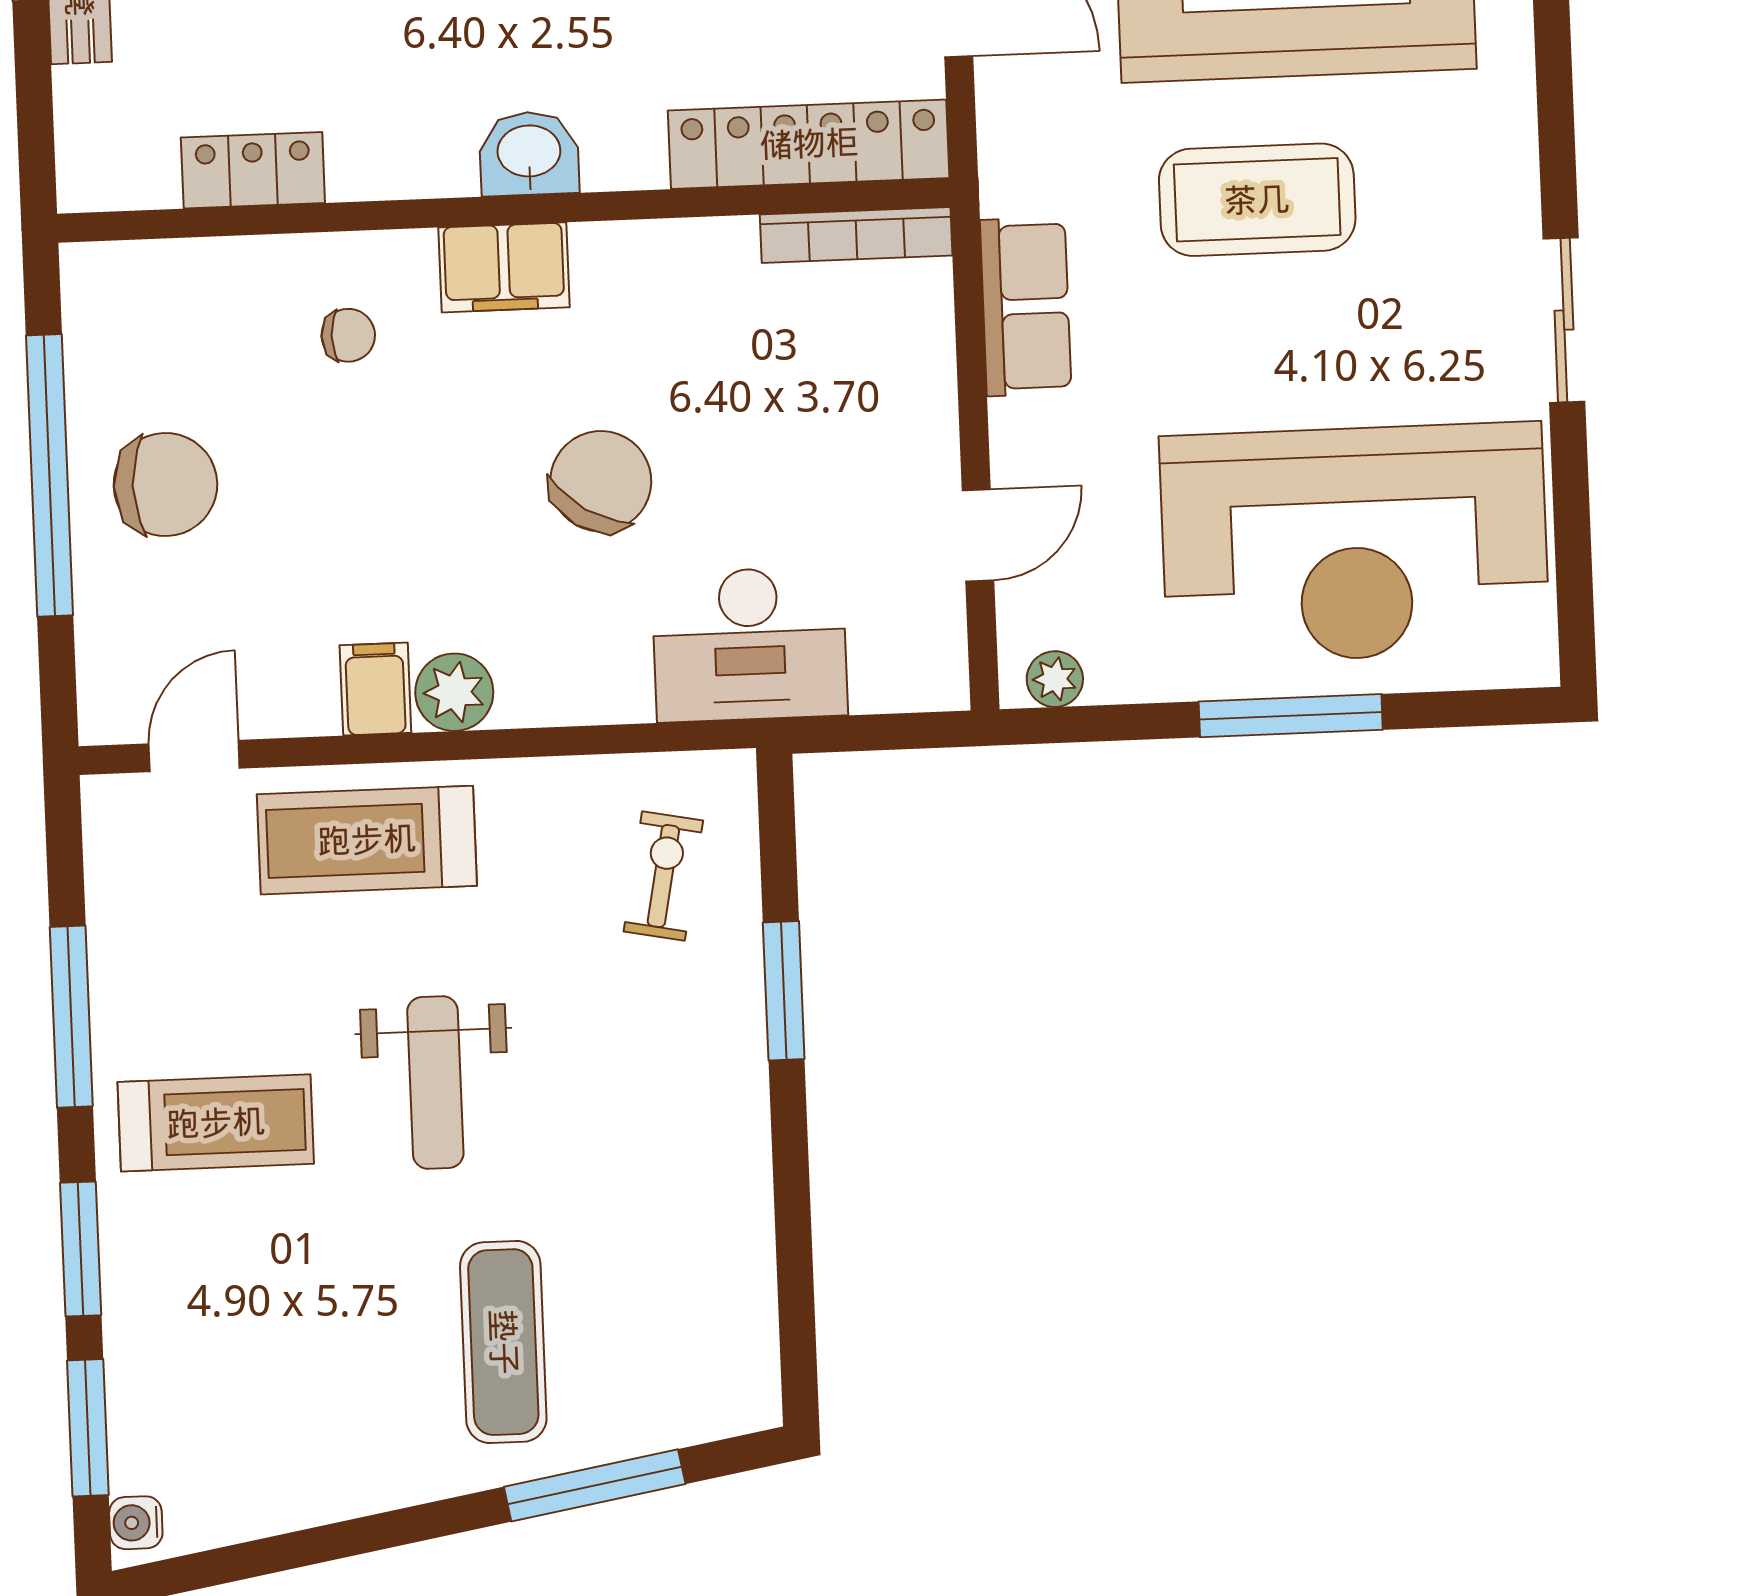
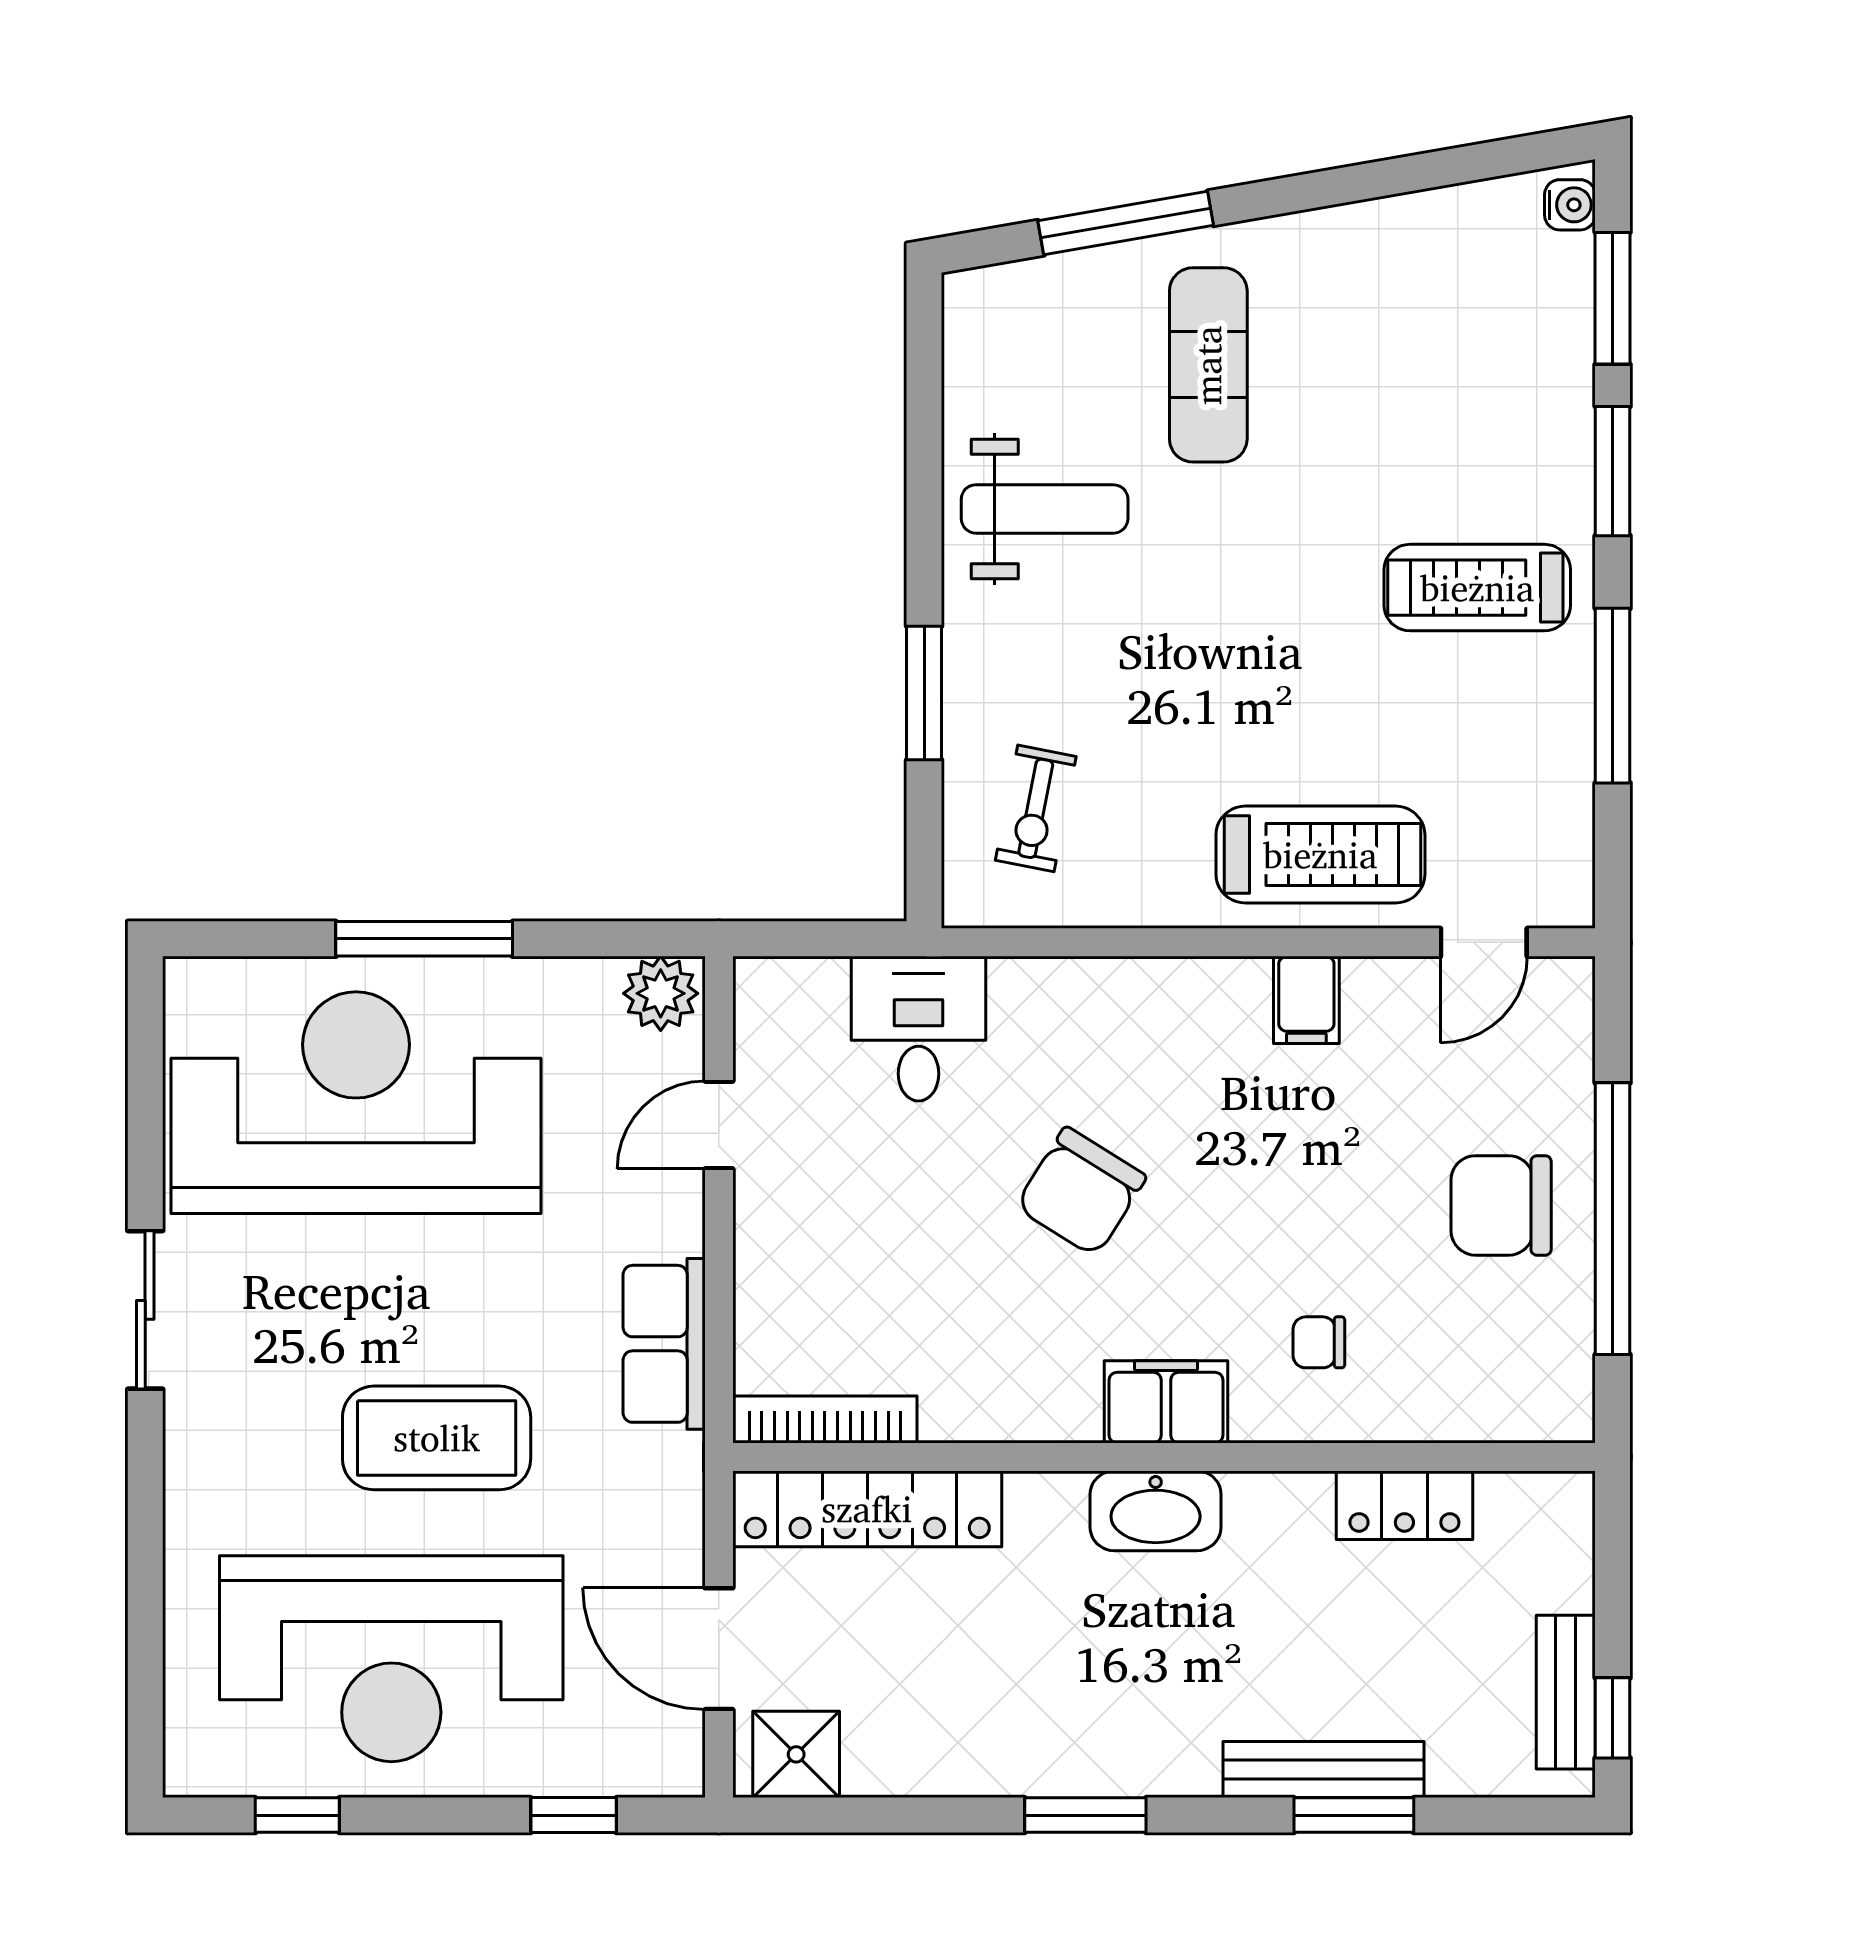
washbasin: (529, 153) -> (1156, 1511), width x1.38
desk: (750, 644) -> (919, 1029), width x0.73
plant: (1055, 679) -> (661, 993), width x1.38, depth x1.38
plant: (454, 692) -> (1230, 994), removed
weight bench: (435, 1082) -> (1045, 509), moved, turned 90

